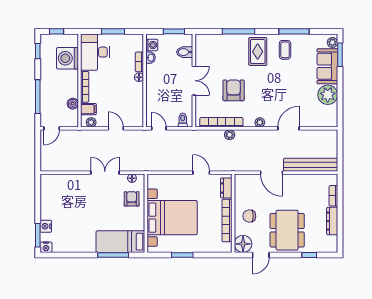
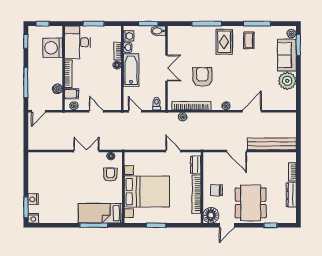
bidet: (185, 52) -> (158, 31), moved
bathtub: (154, 83) -> (131, 70), added
plant: (230, 135) -> (183, 117), moved

